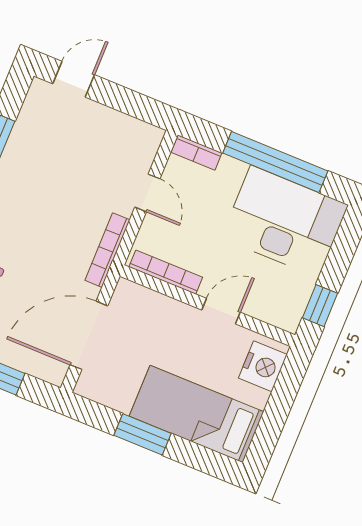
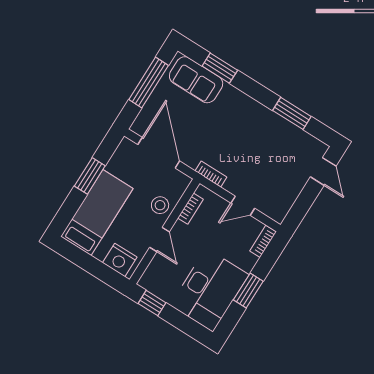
window: (275, 162) -> (248, 291), width x0.47
bookcase: (107, 250) -> (211, 174), width x0.64
bookcase: (166, 272) -> (190, 209), width x0.64
stool: (169, 319) -> (160, 205), added

